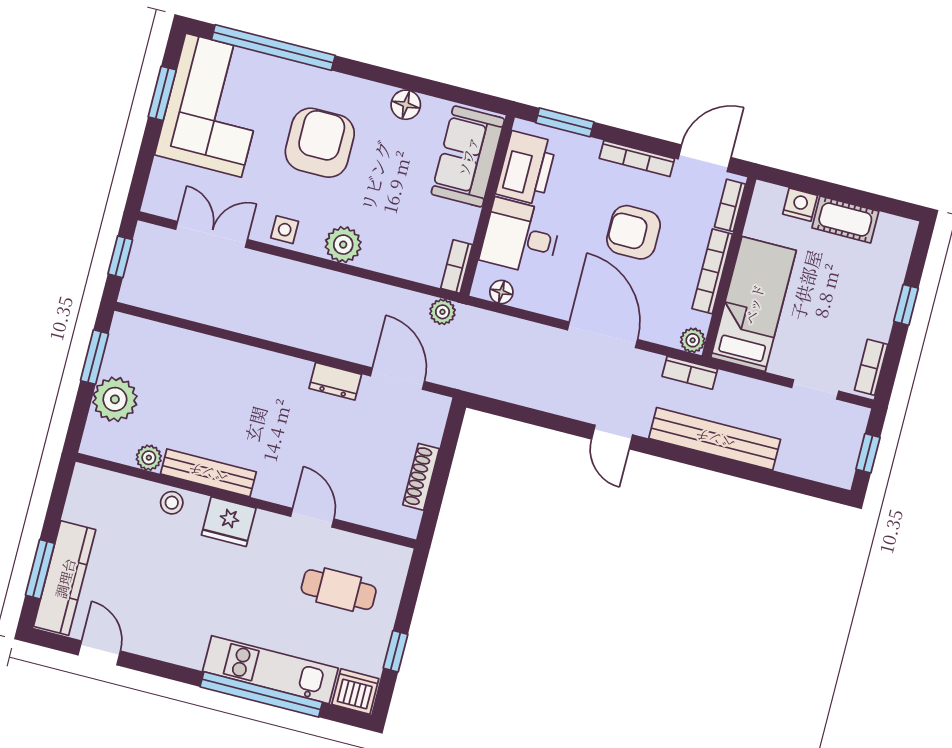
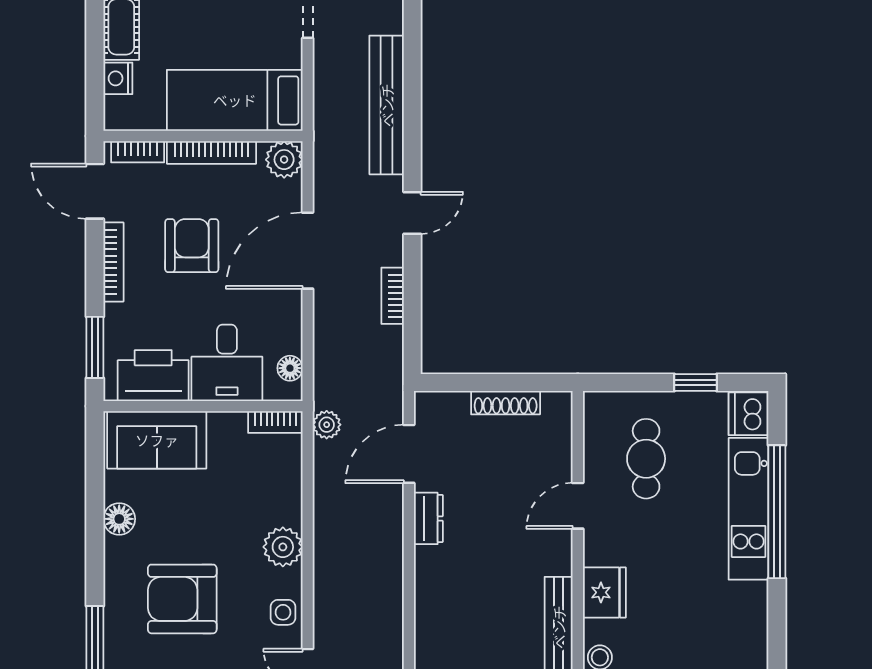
armchair: (634, 232) -> (192, 246), turned 180
plant: (693, 340) -> (284, 160), width x1.38, depth x1.38
bookcase: (690, 373) -> (393, 296), moved, turned 180

